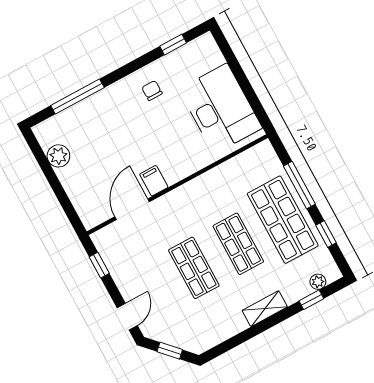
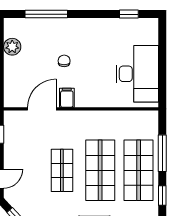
chair: (152, 90) -> (64, 61), moved
shop shelf: (238, 244) -> (100, 170), width x1.43, depth x1.36

